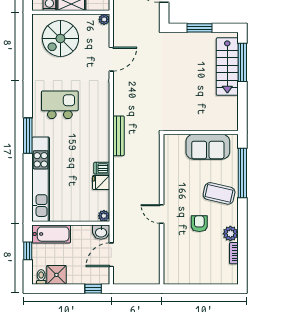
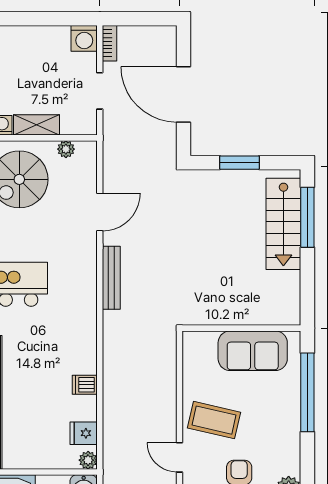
plant: (104, 19) -> (66, 149), moved
bench: (119, 136) -> (111, 278), moved
fridge: (101, 183) -> (84, 433), moved
coffee table: (219, 193) -> (214, 420), moved

